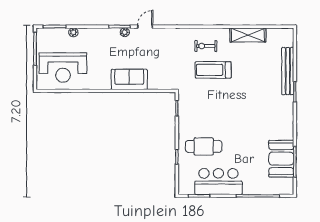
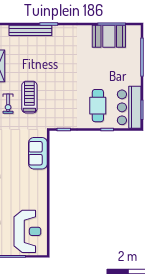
treadmill: (213, 70) -> (29, 97), turned 180
sofa: (129, 79) -> (38, 153), moved
bar counter: (218, 181) -> (129, 107), moved

